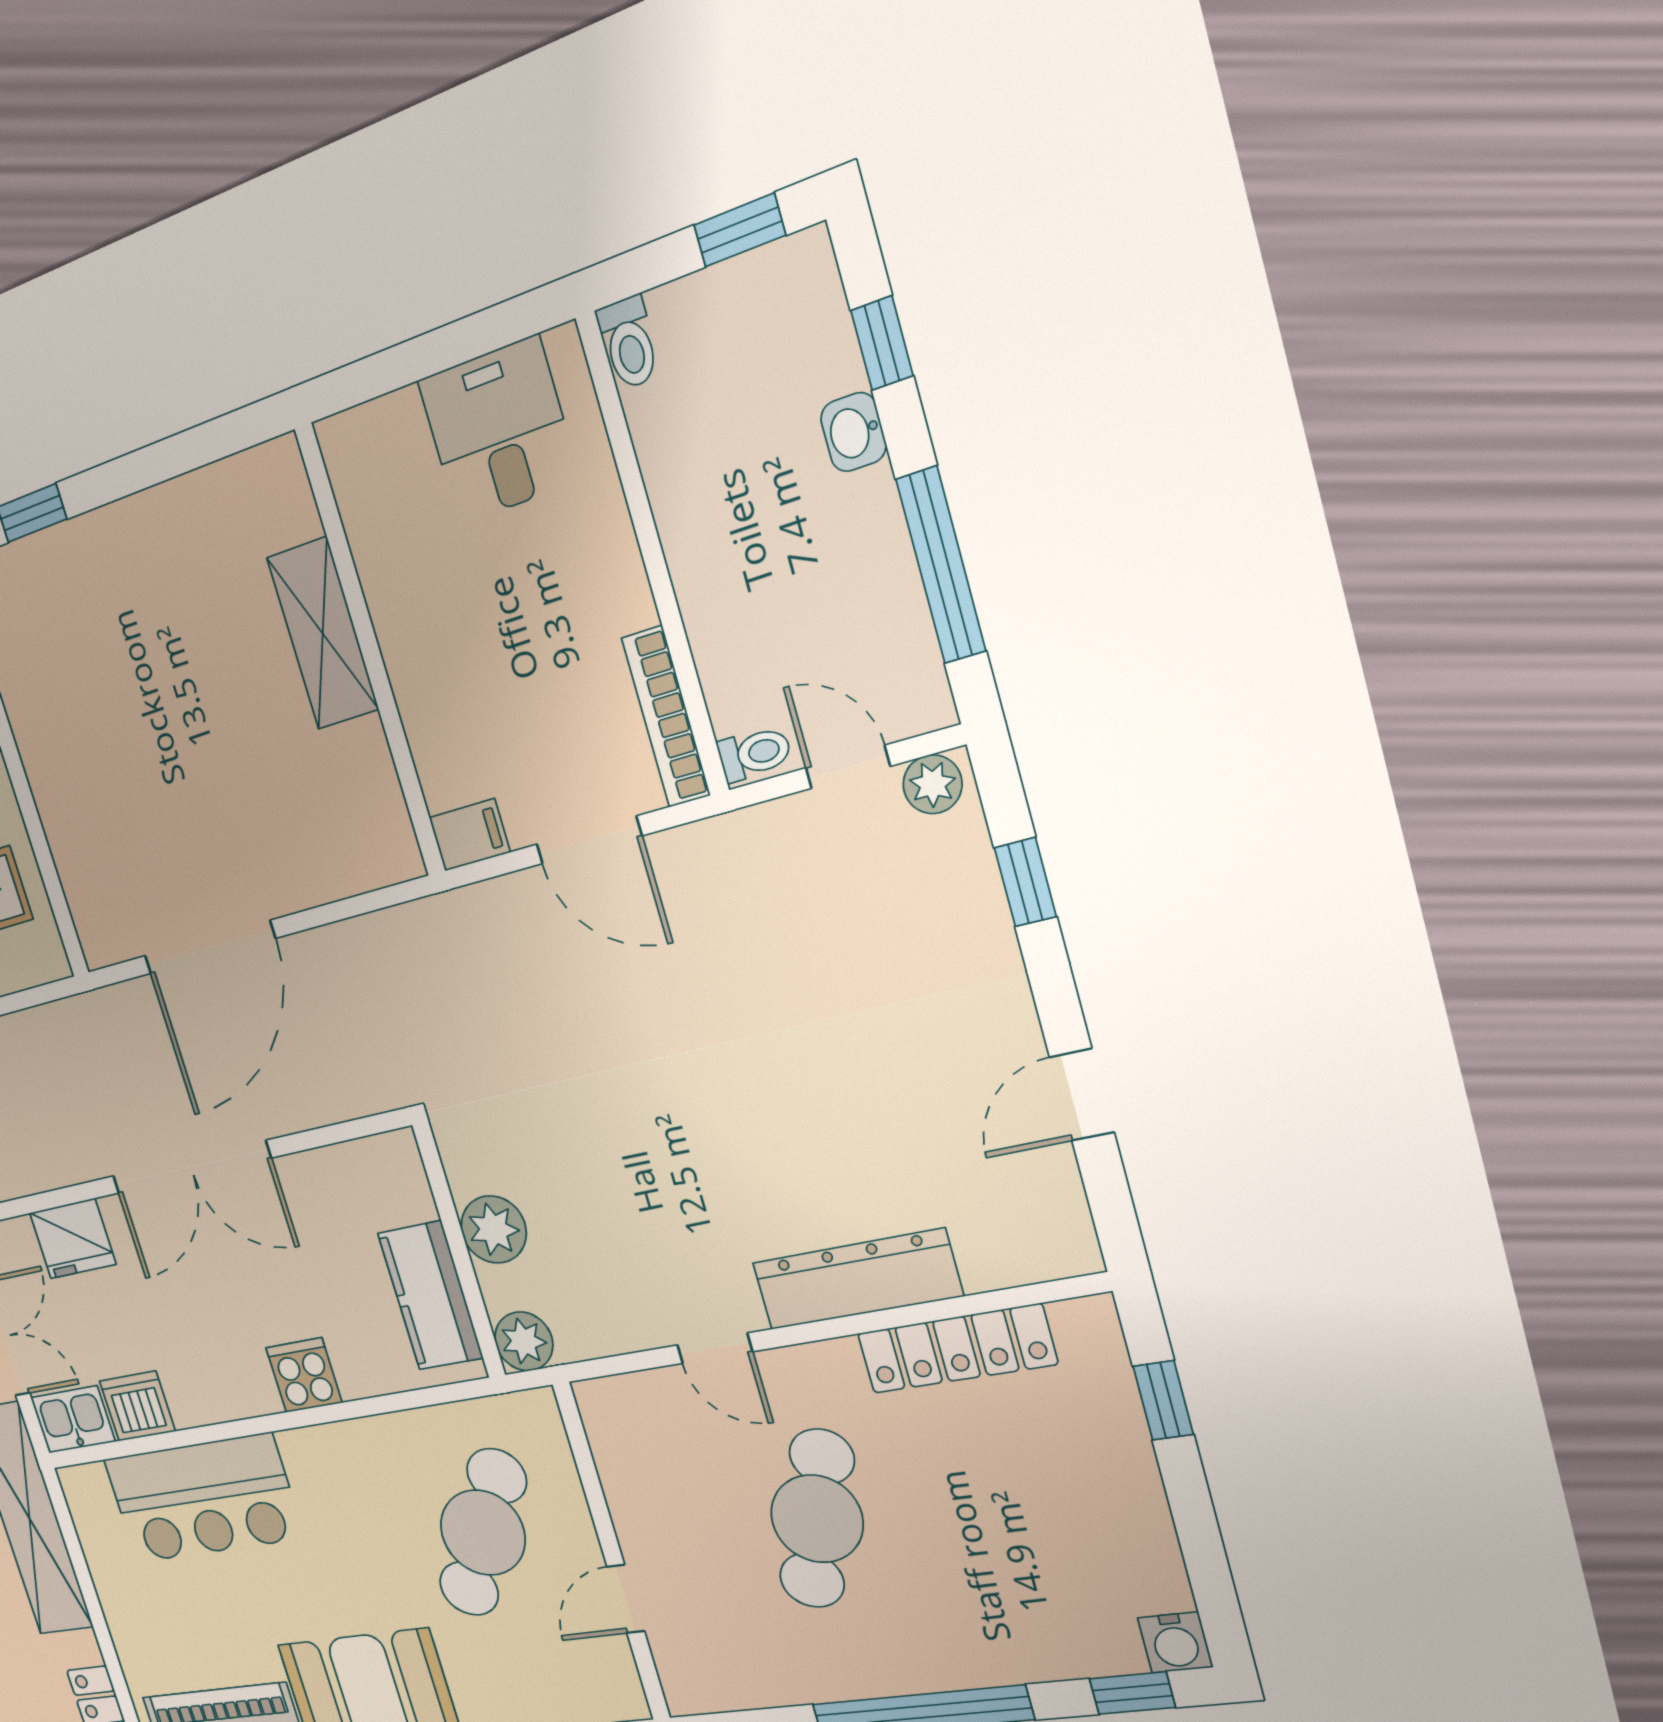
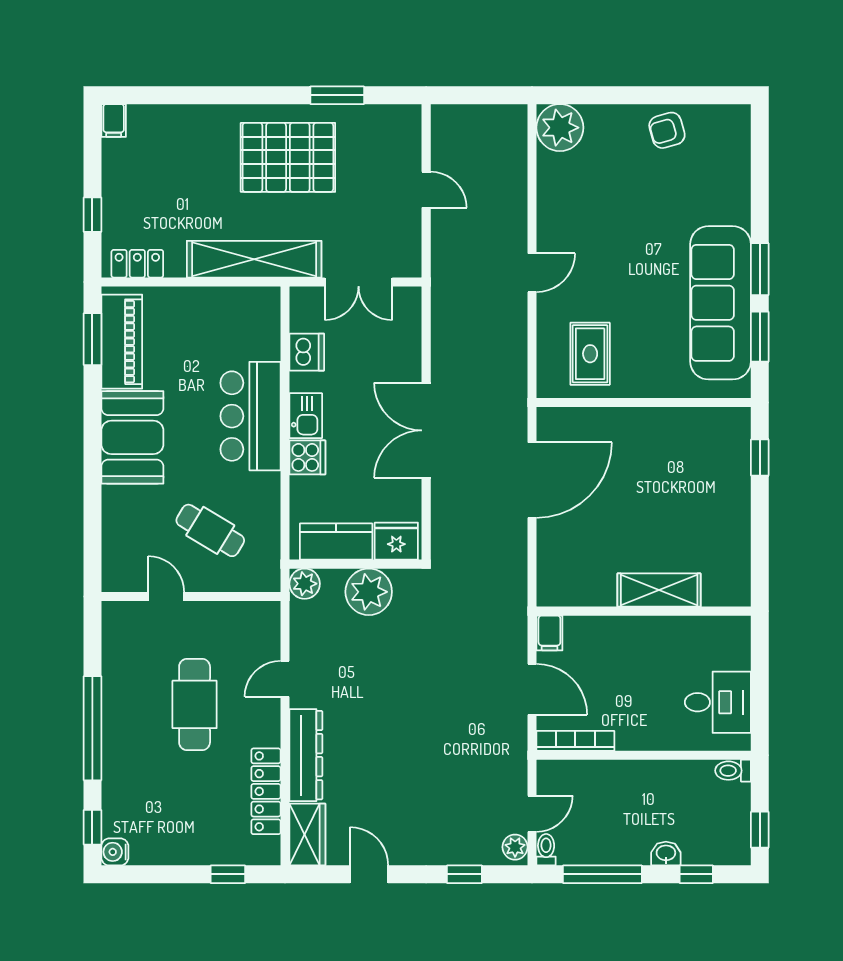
toilet: (755, 754) -> (546, 850), moved, turned 180
door: (589, 840) -> (532, 689), swing flipped
door: (210, 947) -> (532, 480), swing flipped
plant: (494, 1229) -> (369, 592), width x1.36, depth x1.36
fridge: (73, 1239) -> (396, 541), moved, turned 90
wardrobe: (1027, 1246) -> (307, 835), added
kitchen sink: (73, 1419) -> (306, 416), moved
bar counter: (203, 1498) -> (250, 416), moved
cafe table: (817, 1519) -> (195, 704), turned 70
cafe table: (483, 1533) -> (210, 530), width x0.73, depth x0.74

